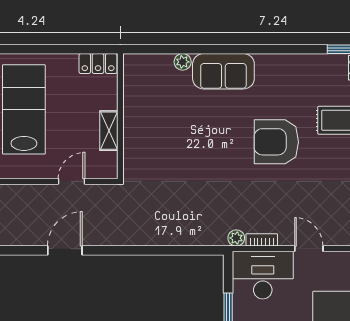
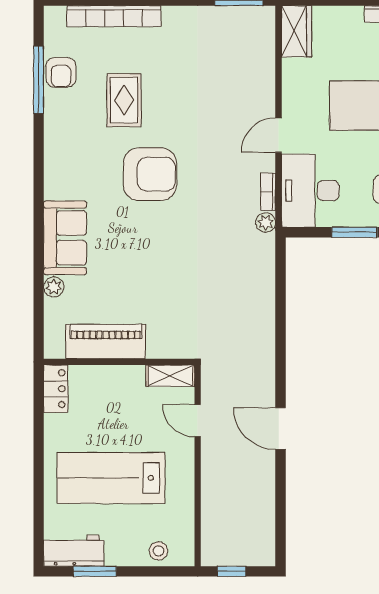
piano: (137, 105) -> (106, 341), added
shelving: (109, 131) -> (170, 376), moved
armchair: (276, 142) -> (150, 174), turned -90

